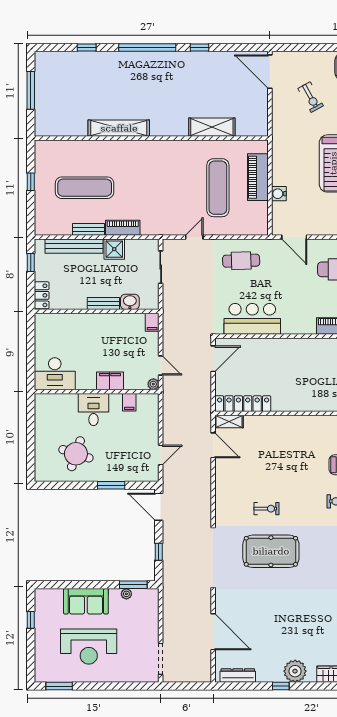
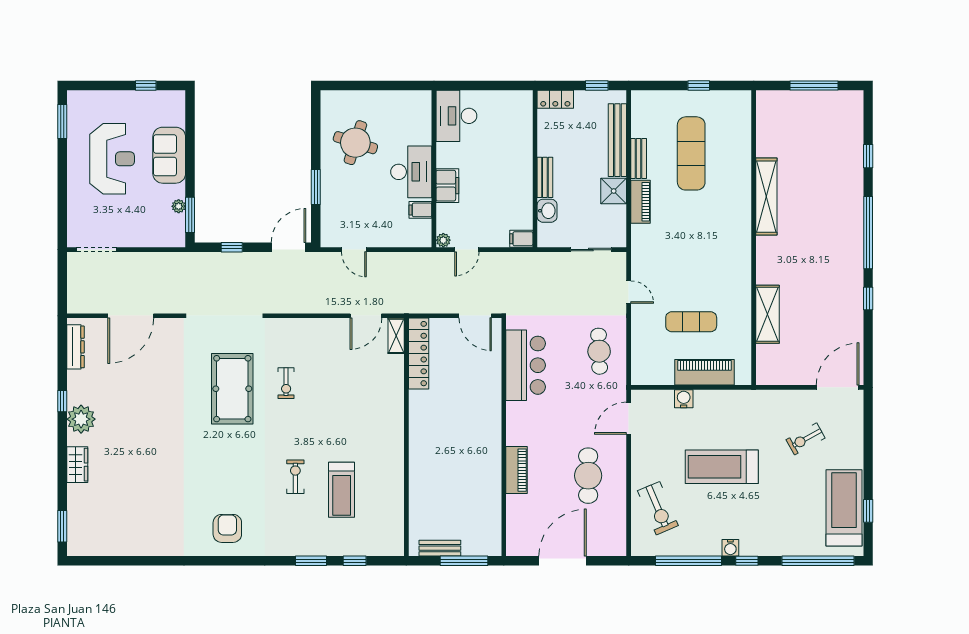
exercise mat: (218, 188) -> (691, 322), width x0.73, depth x0.69
desk: (93, 410) -> (411, 172), width x1.37
reception desk: (89, 647) -> (112, 159), turned 180

